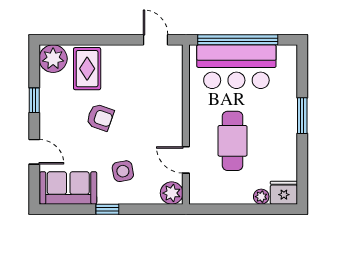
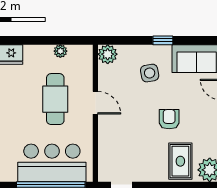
armchair: (100, 117) -> (169, 119), turned 71
door: (186, 160) -> (95, 103), moved
plant: (261, 197) -> (60, 51), moved

